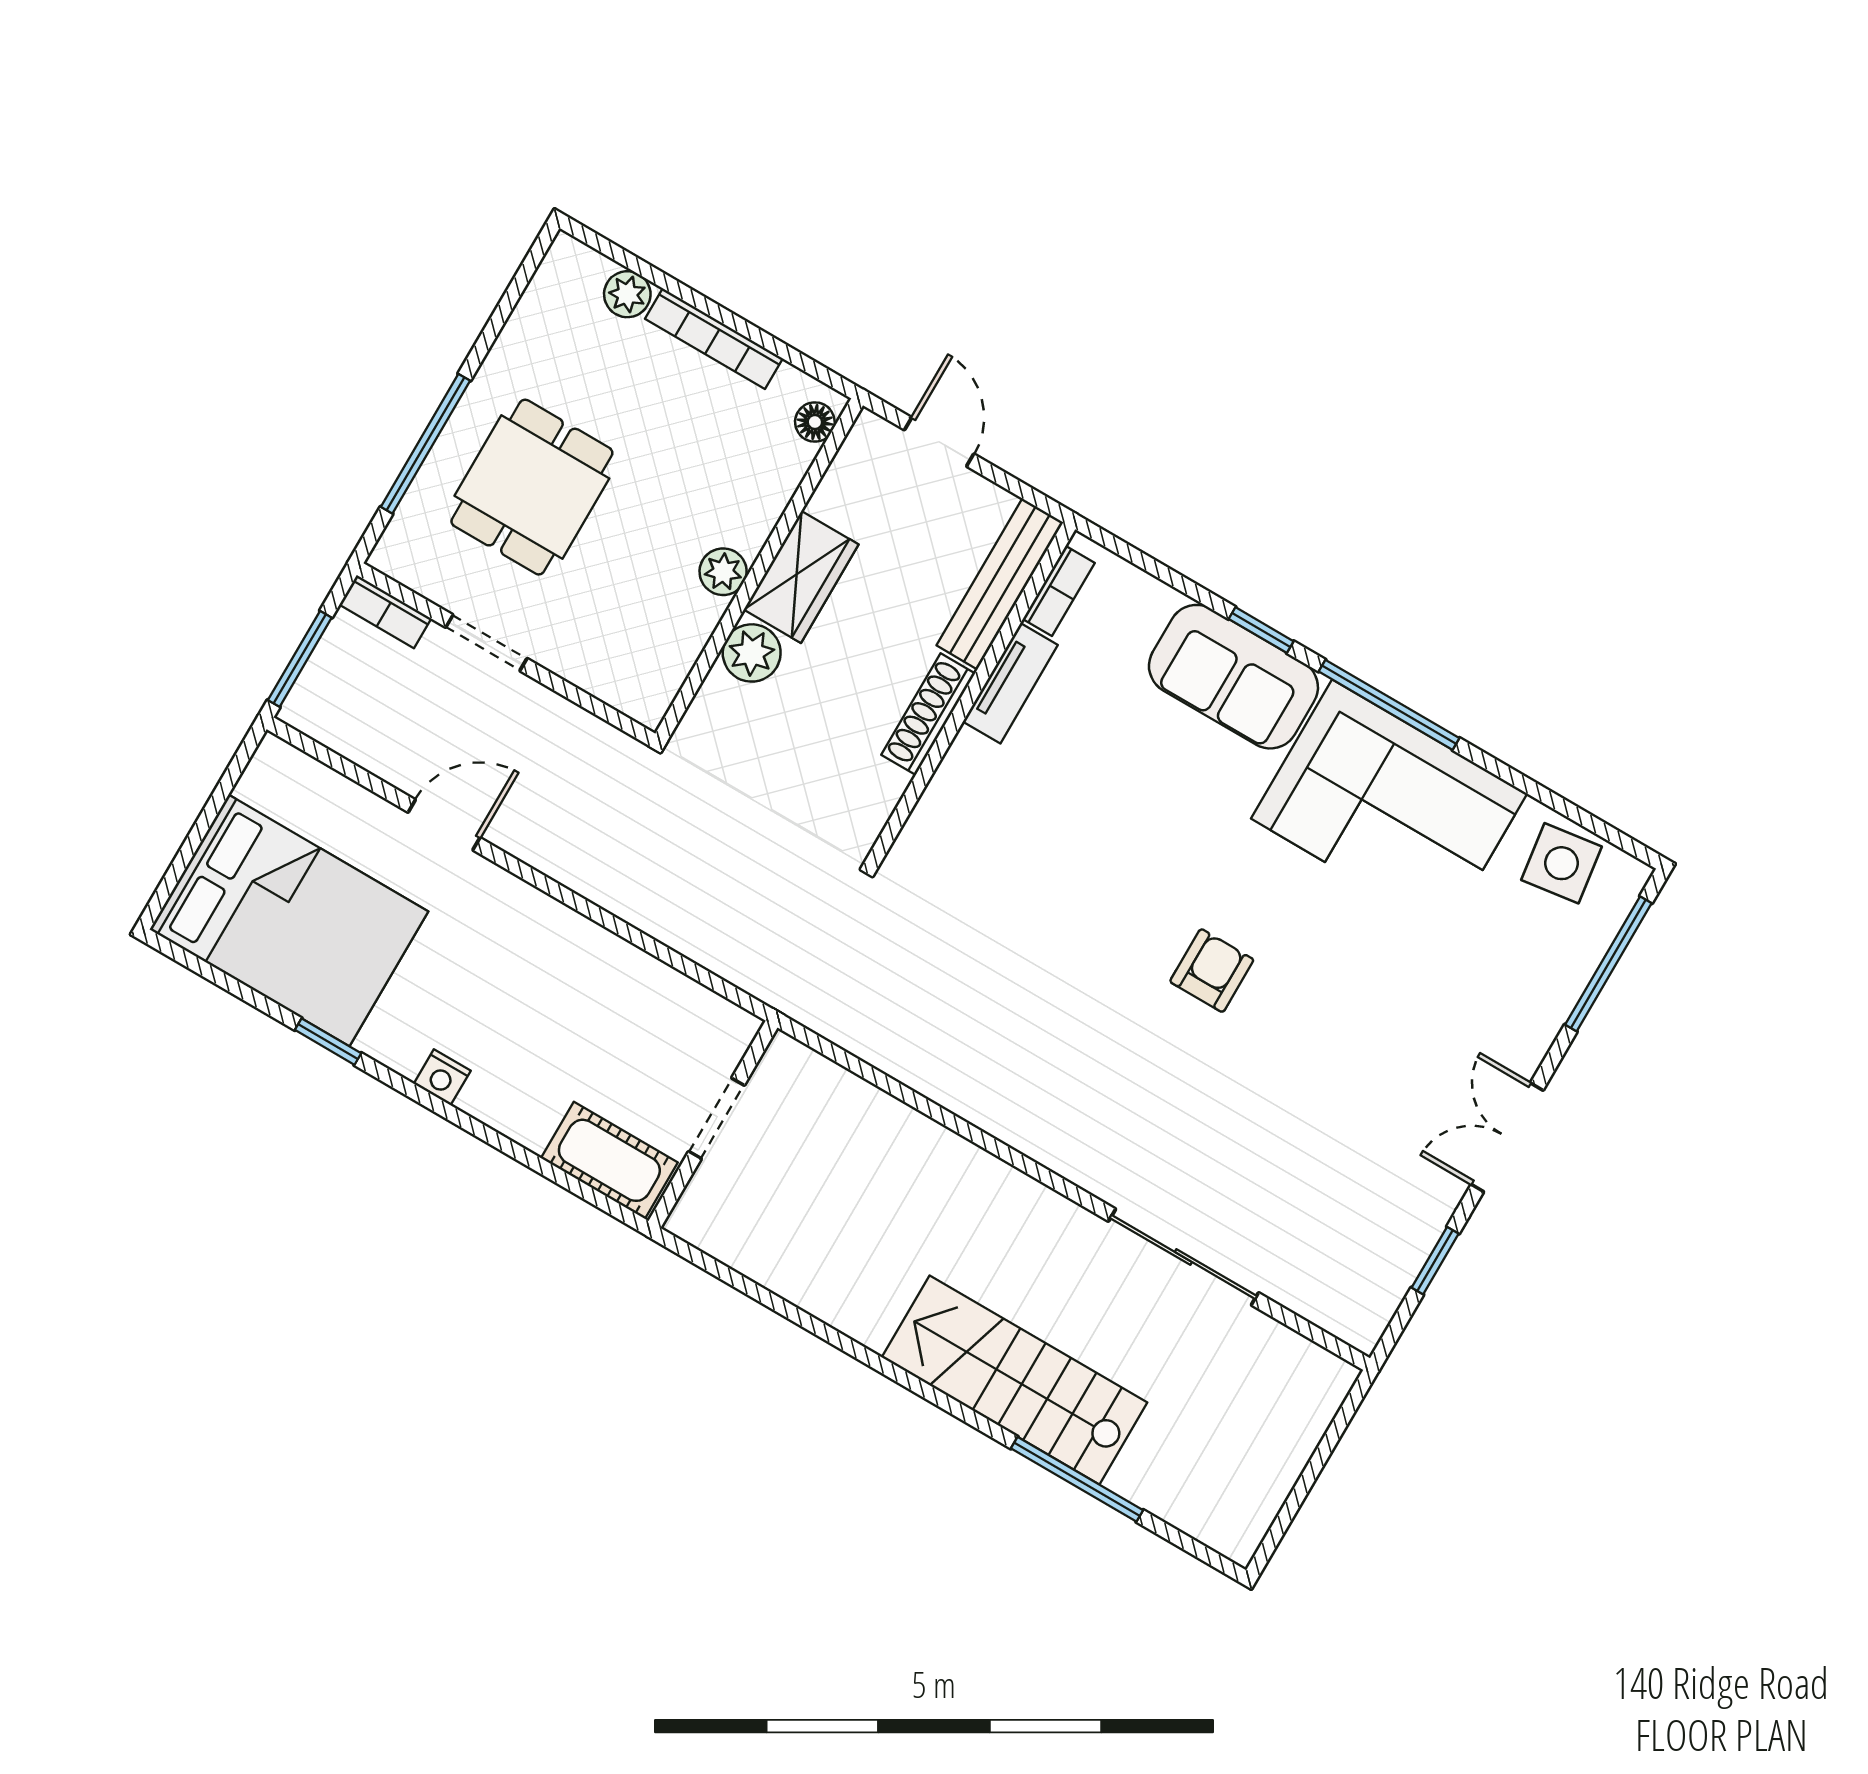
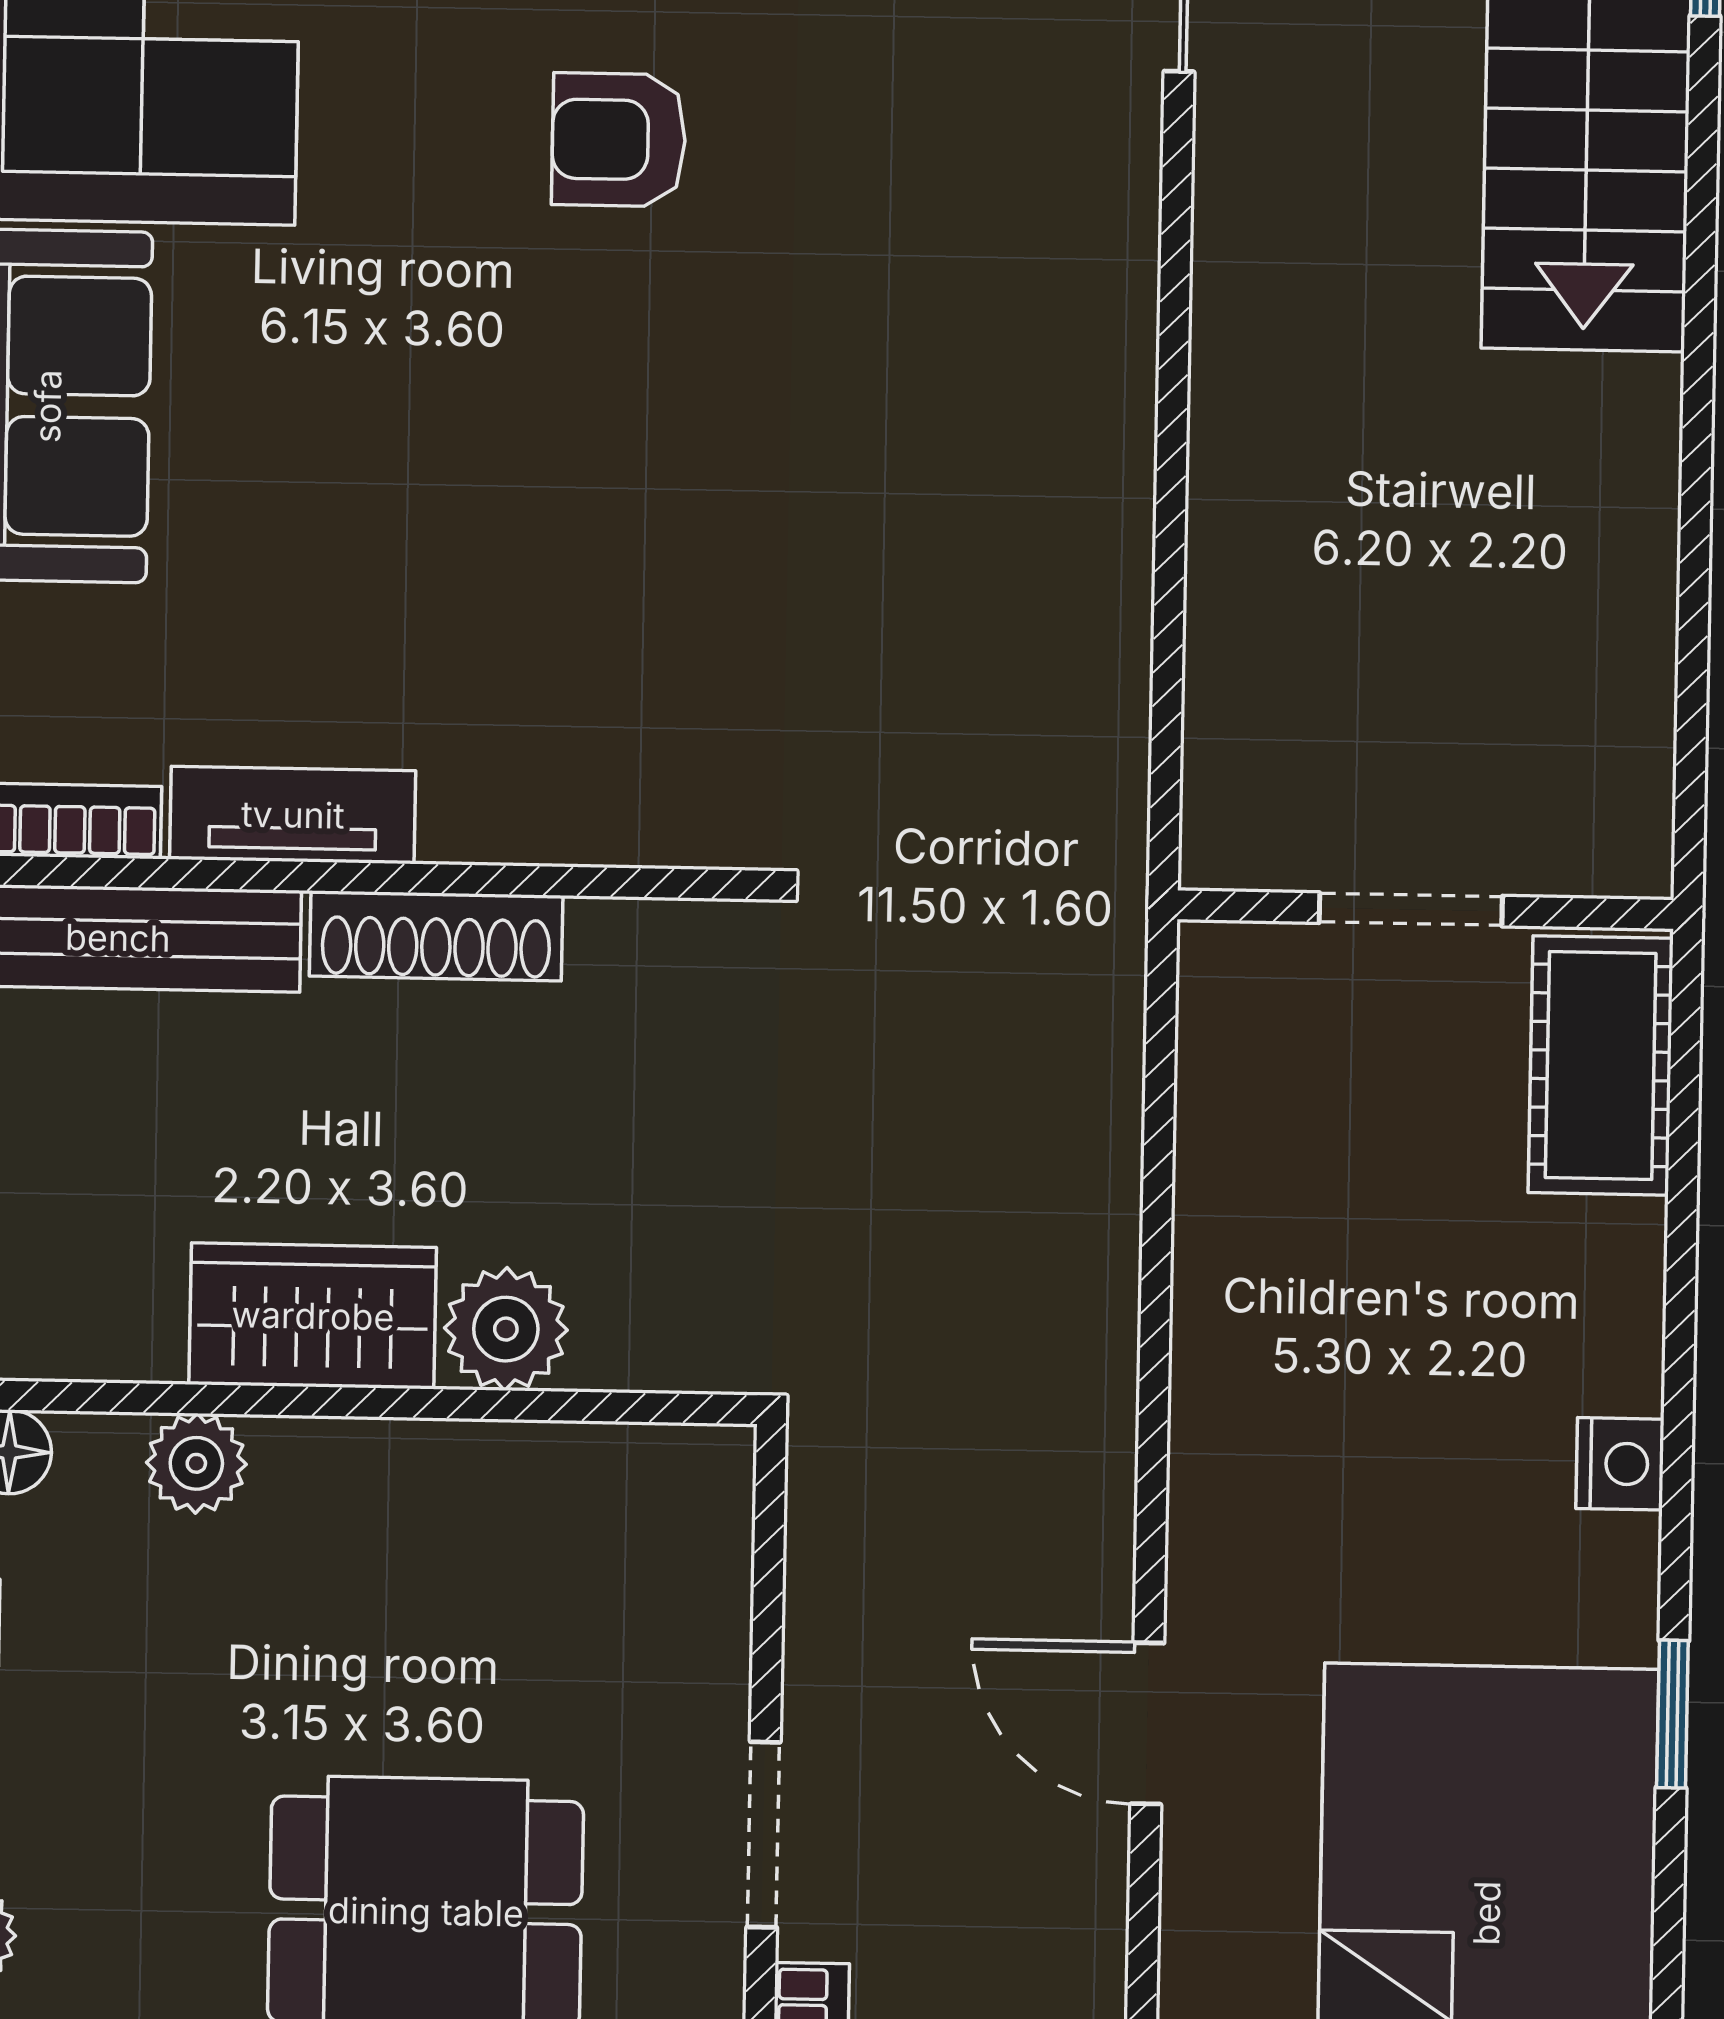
plant: (723, 572) -> (196, 1463), moved

